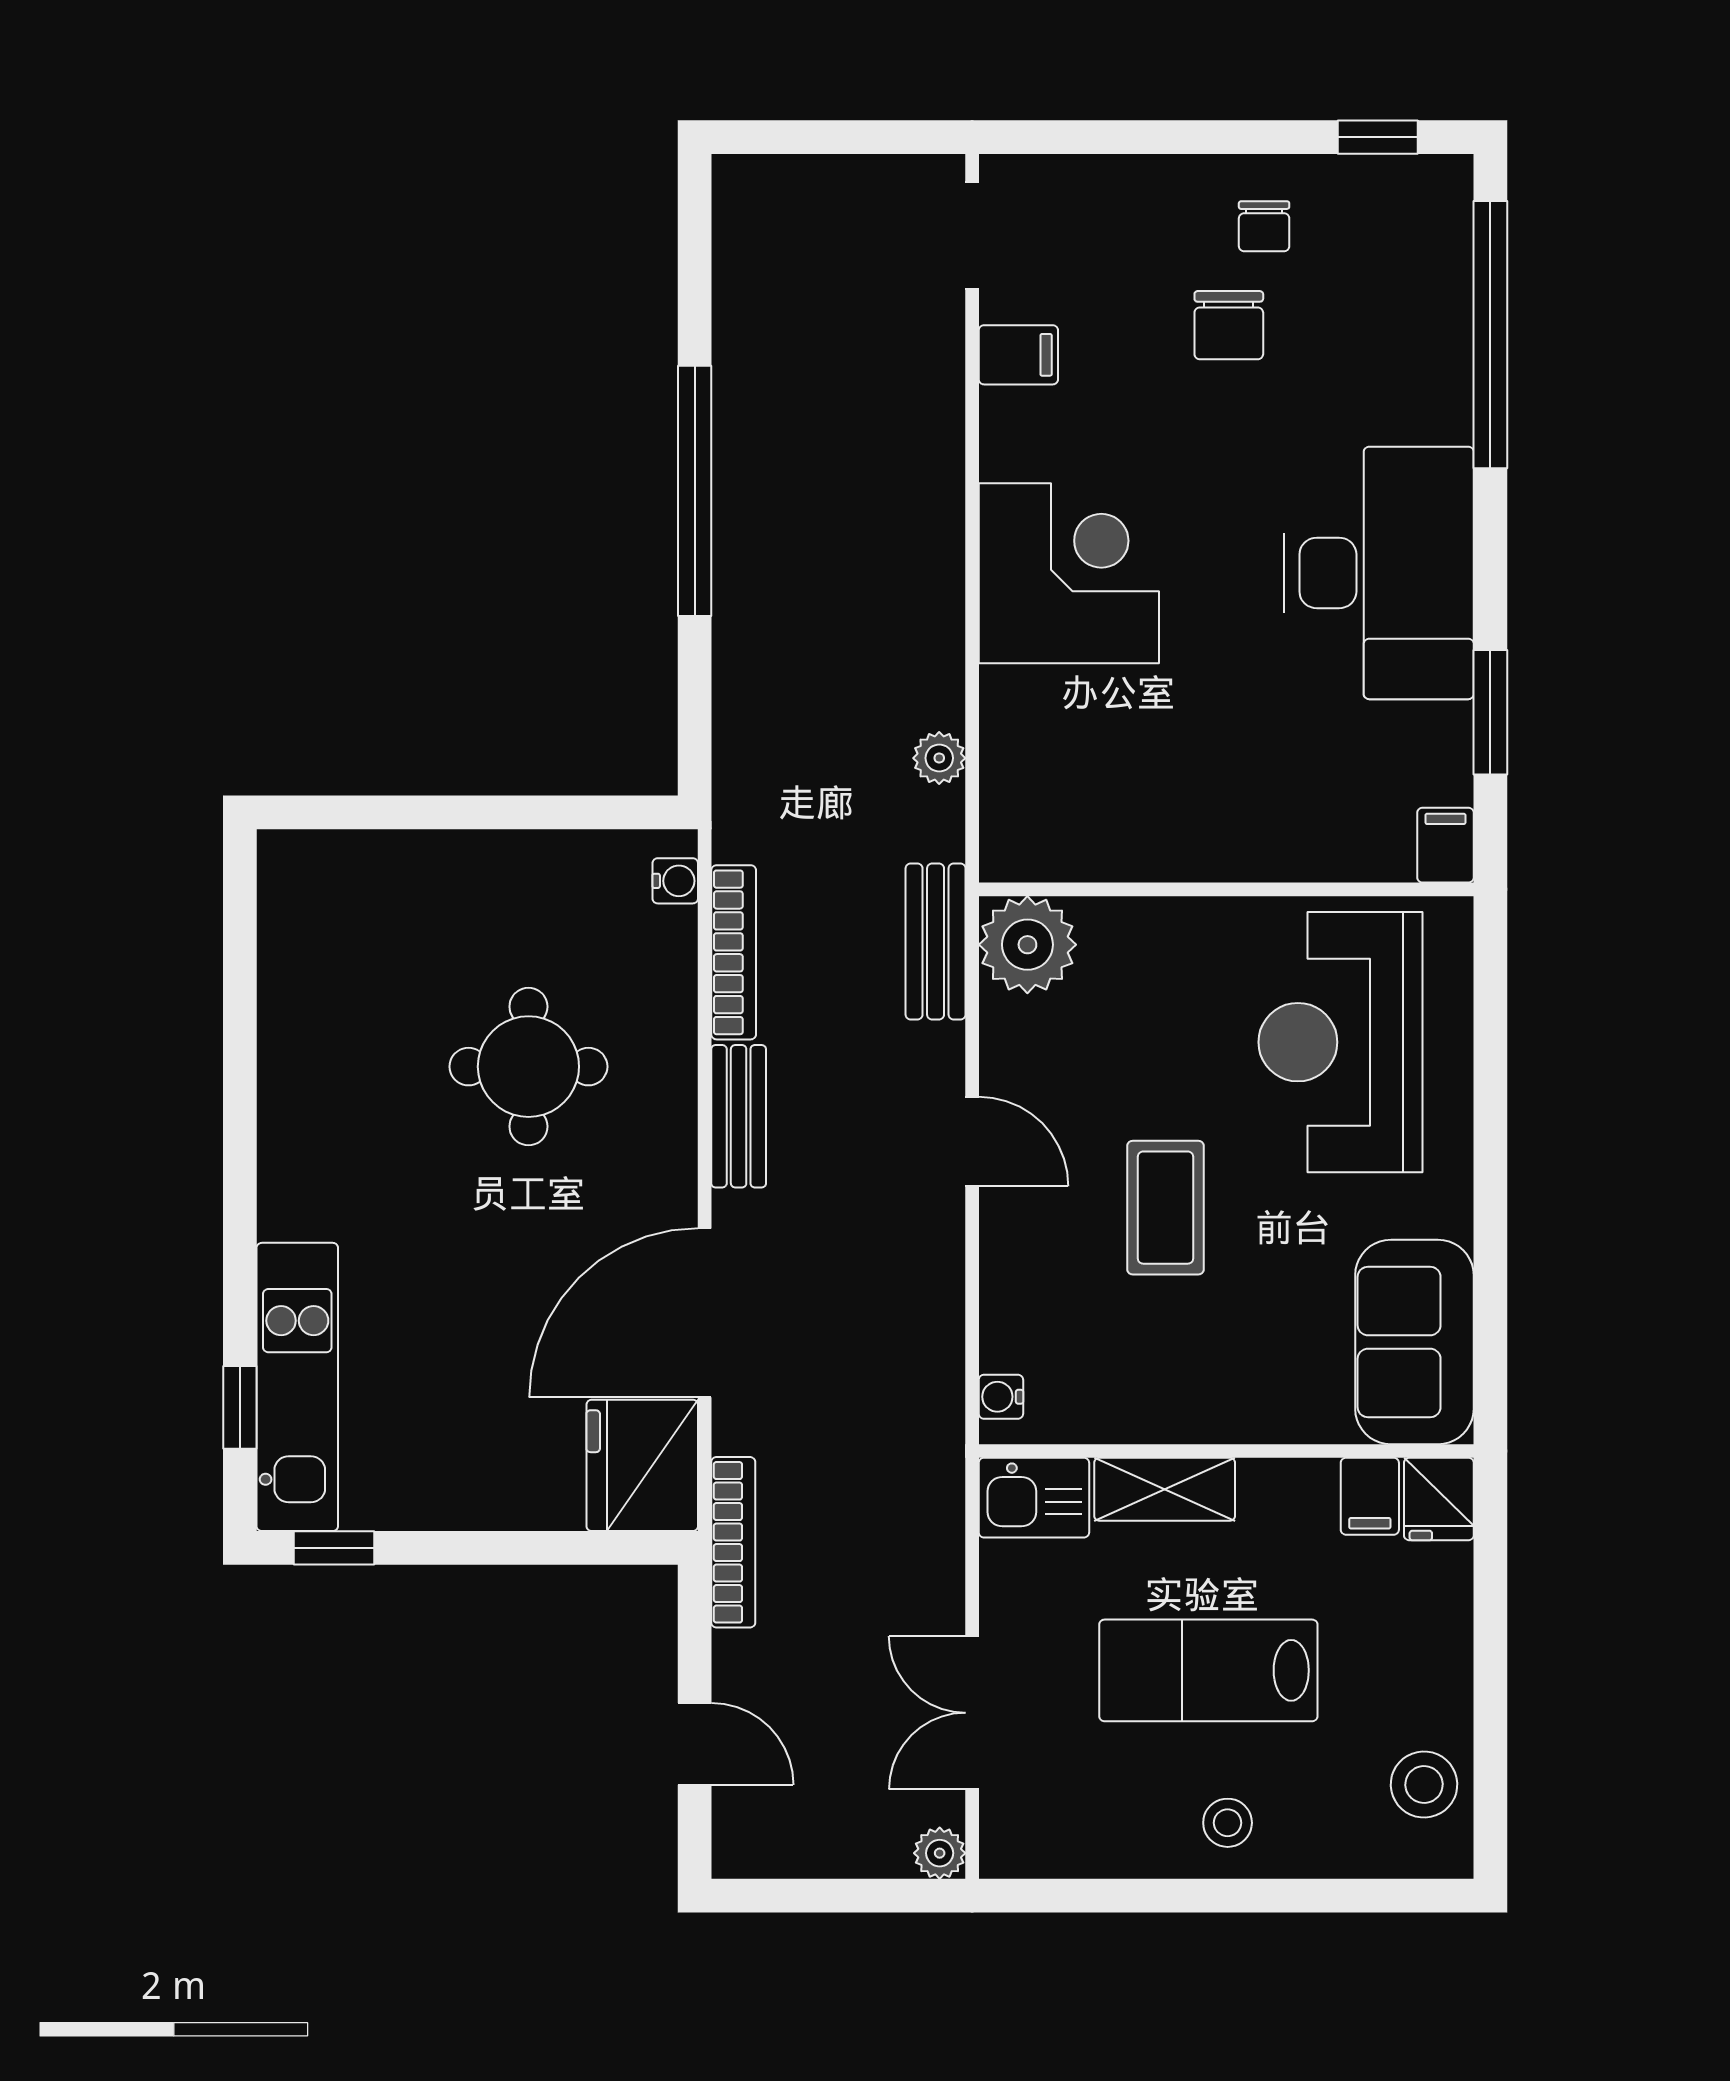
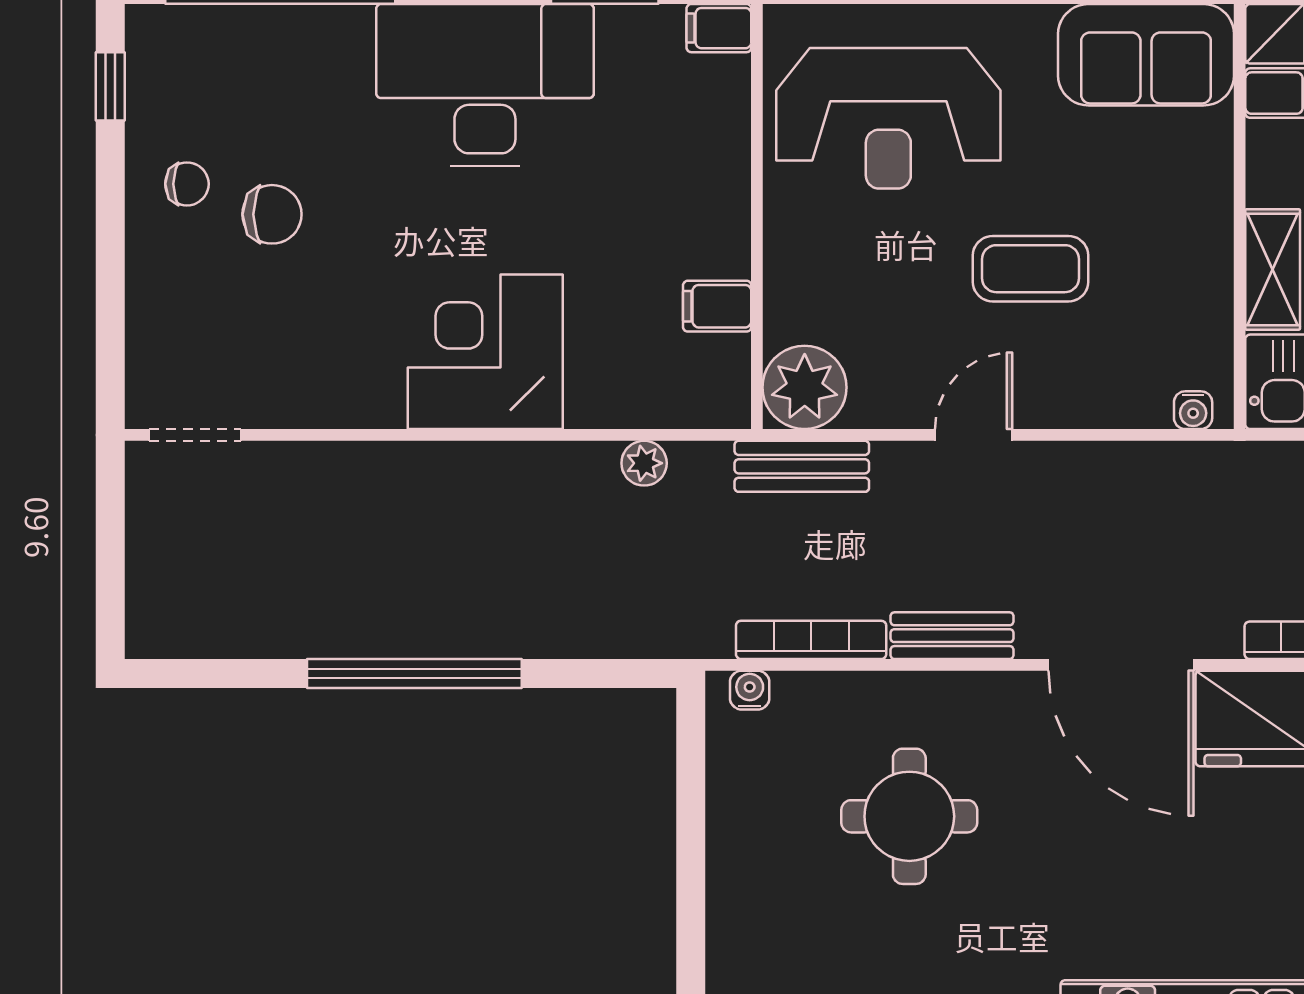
filing cabinet: (1018, 355) -> (717, 306), moved, turned -90

